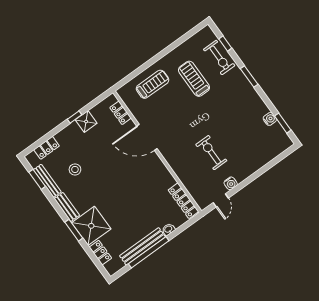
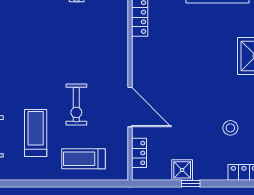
treadmill: (194, 79) -> (36, 133), turned 180
exercise bike: (211, 153) -> (76, 105), moved

